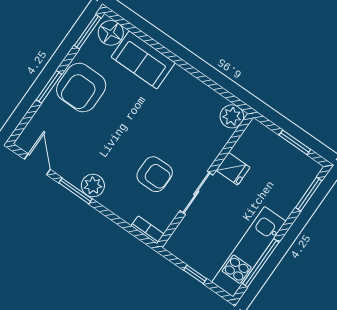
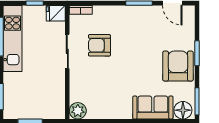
fridge: (233, 169) -> (56, 13), moved
plant: (93, 185) -> (131, 13), removed

